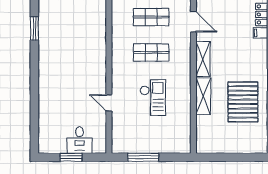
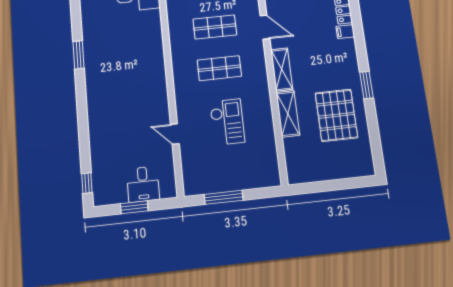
window: (34, 134) -> (87, 183), added

